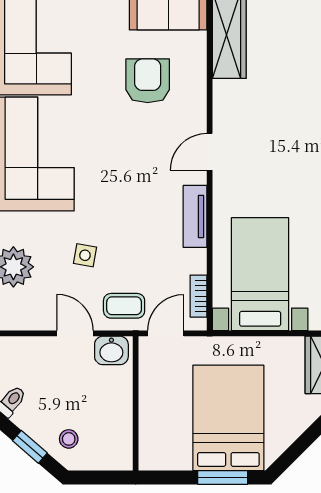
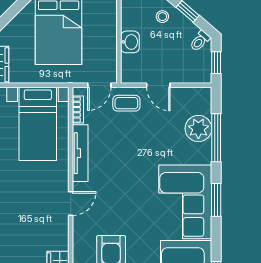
tv unit: (195, 216) -> (80, 153), width x1.41
side table: (85, 255) -> (152, 136), removed
washbasin: (111, 350) -> (130, 42), moved, turned 90

